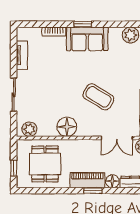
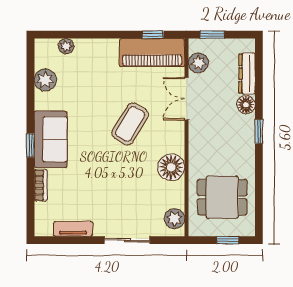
double door: (117, 138) -> (187, 99), swing flipped
piano: (87, 180) -> (244, 139), removed

